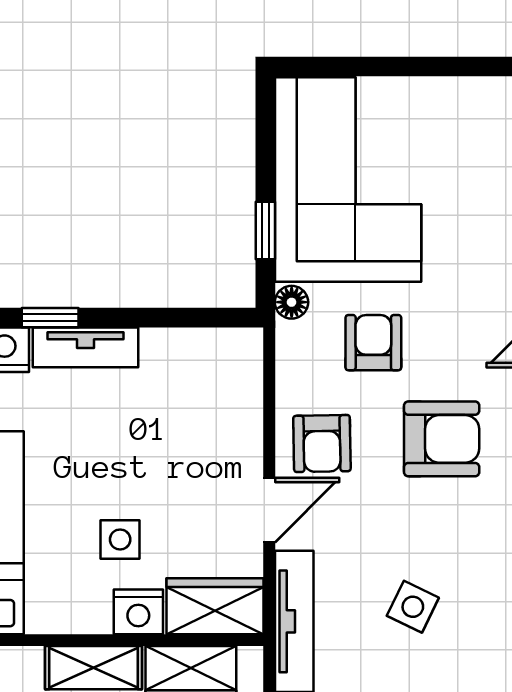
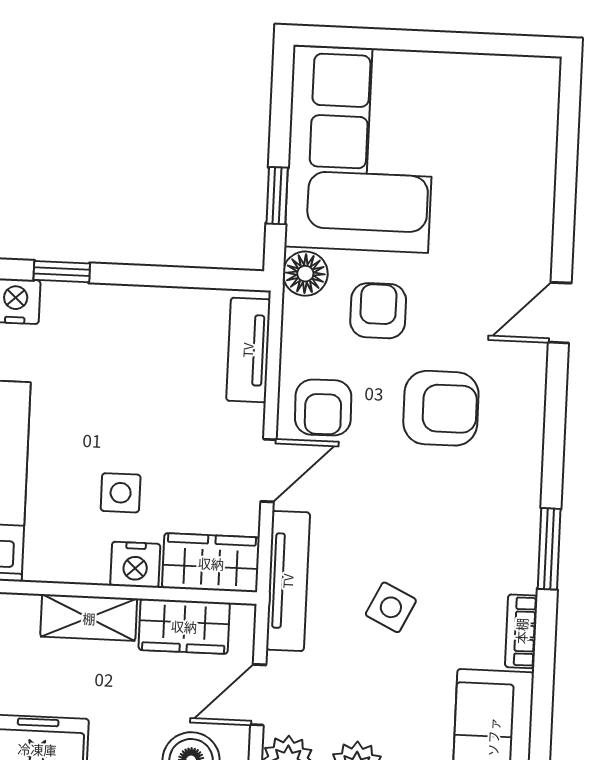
floor lamp: (292, 302) -> (305, 274), width x1.37, depth x1.37
tv unit: (85, 347) -> (248, 350), moved, turned 90
side table: (413, 607) -> (391, 607), moved

